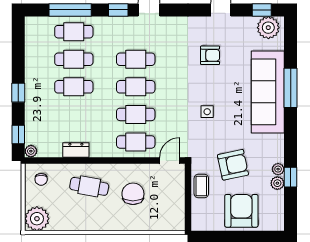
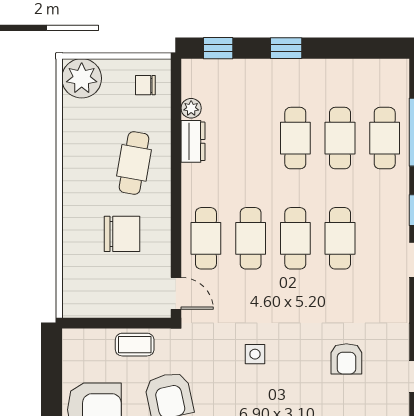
plant: (31, 151) -> (191, 108), moved

